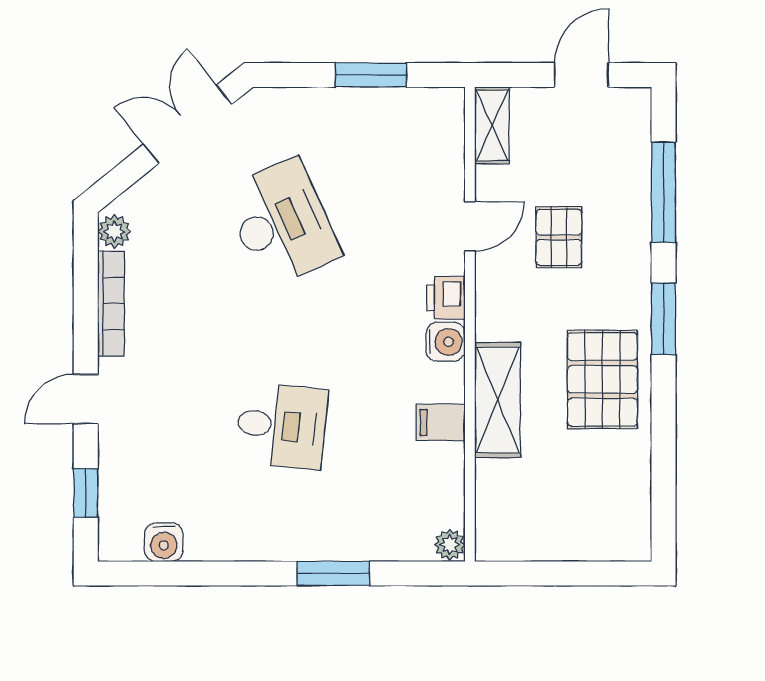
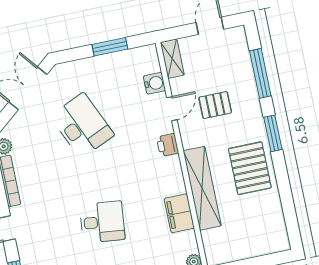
pallet: (559, 237) -> (215, 105), turned 90
water cooler: (445, 342) -> (154, 83), moved
shelving: (498, 400) -> (202, 188), width x1.47
filing cabinet: (441, 422) -> (179, 213), width x2.00

